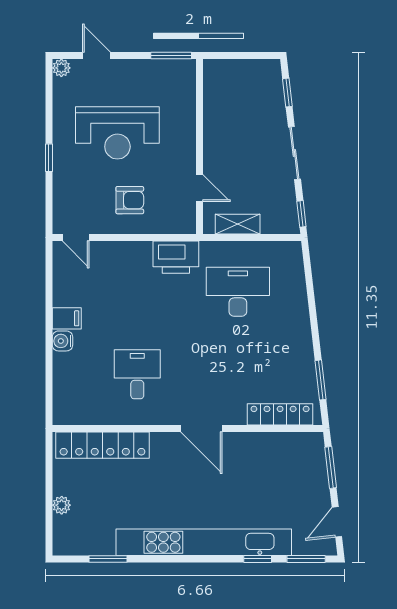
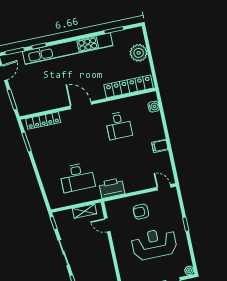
water cooler: (62, 341) -> (154, 107), moved
plant: (62, 505) -> (139, 53), width x1.88, depth x1.88

